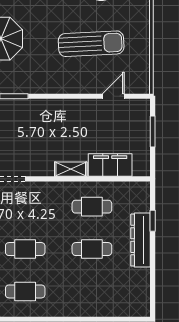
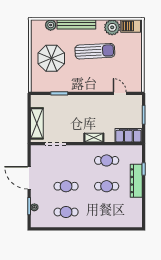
sun lounger: (91, 44) -> (95, 51), moved
door: (113, 96) -> (120, 93), hinge flipped
filing cabinet: (110, 165) -> (128, 135), moved

